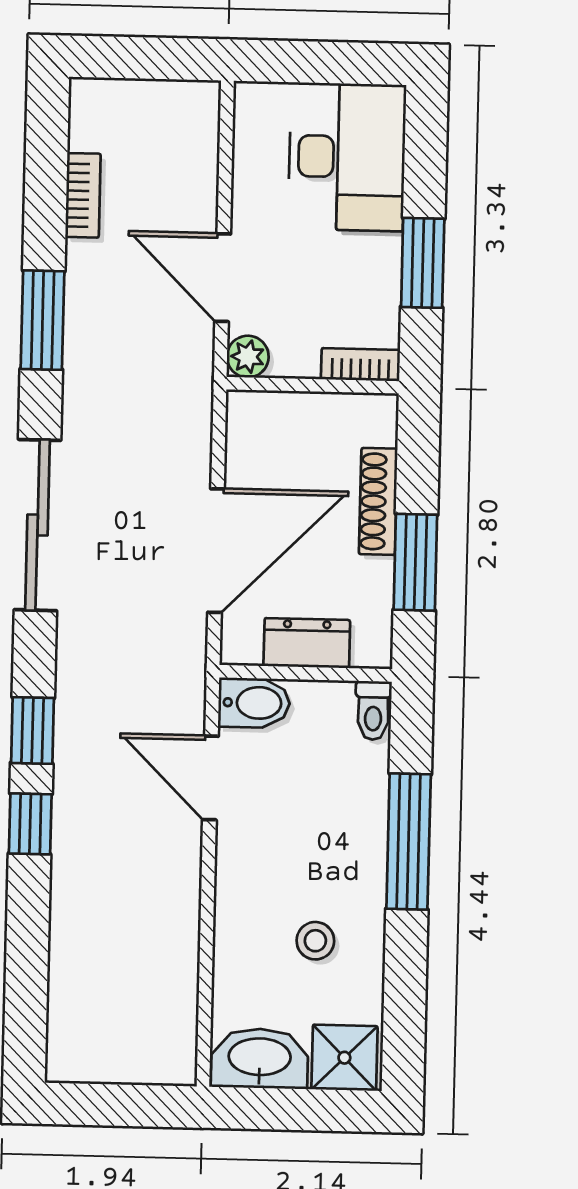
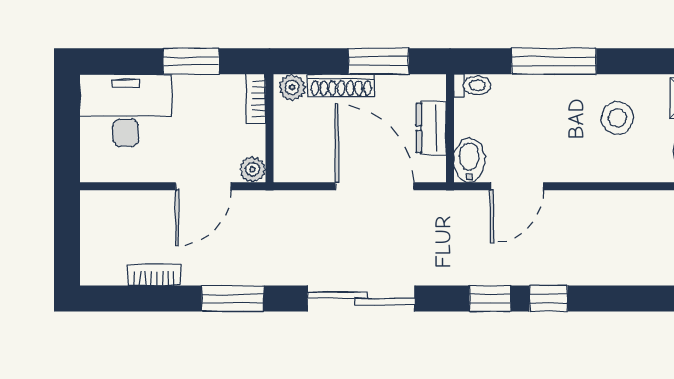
plant: (377, 423) -> (292, 87), added
stool: (315, 941) -> (617, 118), width x1.37, depth x1.37

